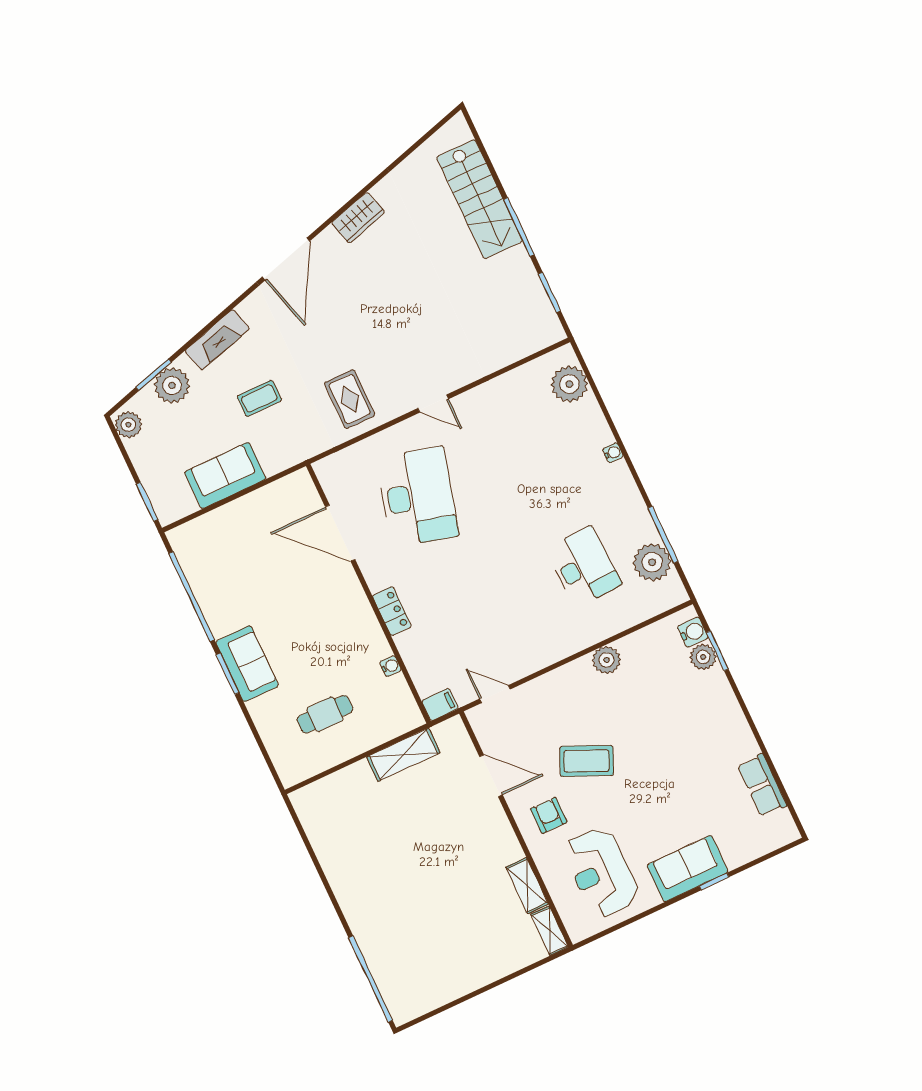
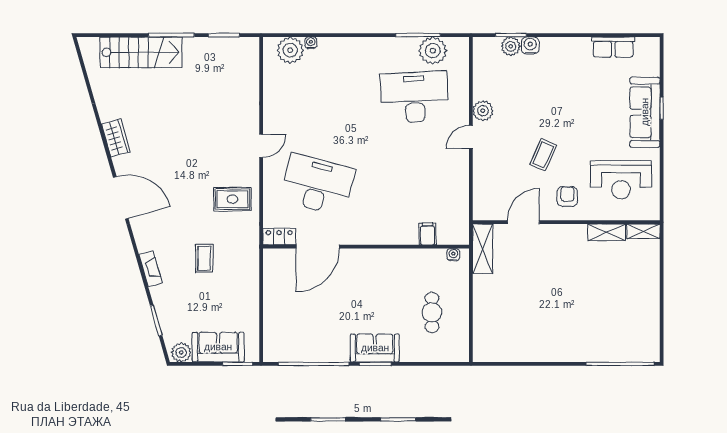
fireplace: (217, 340) -> (150, 269), width x0.73, depth x0.76
plant: (172, 385) -> (169, 312), removed
water cooler: (613, 453) -> (311, 43), moved
sofa: (225, 475) -> (218, 347), moved, turned 90
desk: (584, 567) -> (415, 97), width x1.36, depth x1.30
locker: (392, 611) -> (279, 237), moved
water cooler: (693, 632) -> (530, 45), moved
water cooler: (390, 666) -> (453, 255), moved
door: (495, 694) -> (471, 137), moved
filing cabinet: (440, 705) -> (427, 234), moved
shelving: (403, 755) -> (483, 249), moved
coffee table: (587, 761) -> (543, 155), width x0.73, depth x0.77
armchair: (549, 815) -> (567, 196), turned 90
sofa: (688, 869) -> (645, 112), width x1.36

